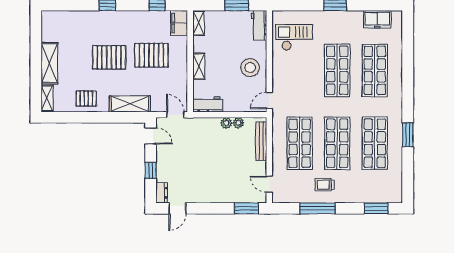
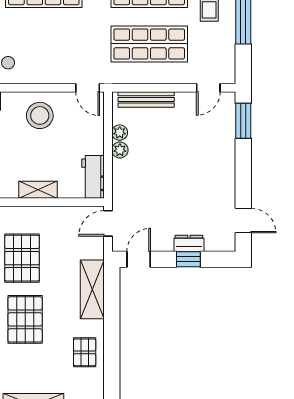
dresser: (162, 193) -> (189, 243), moved

